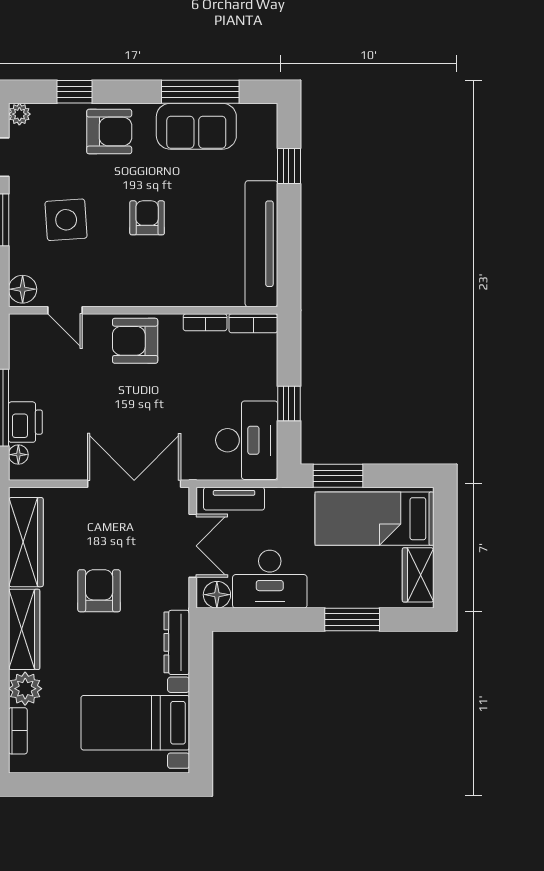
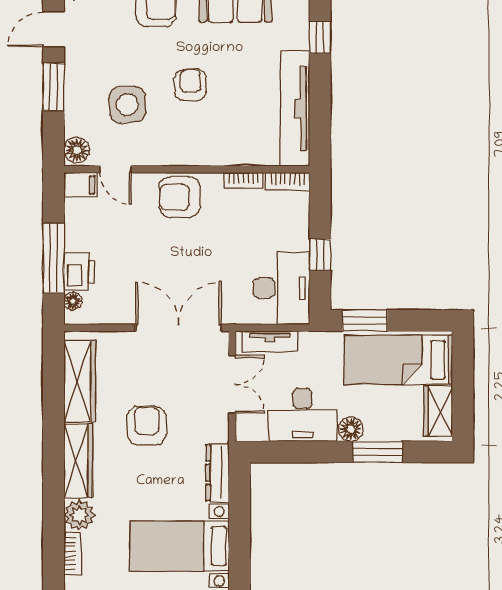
side table: (66, 220) -> (128, 105), moved
filing cabinet: (27, 327) -> (81, 185), added
floor lamp: (217, 595) -> (351, 429), moved

